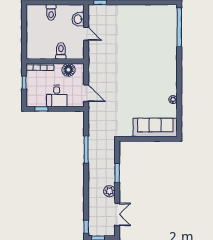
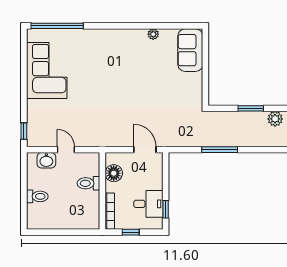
corner sofa: (146, 20) -> (47, 70), added
door: (86, 34) -> (66, 150), hinge flipped
door: (86, 93) -> (145, 150), hinge flipped
desk: (57, 96) -> (148, 204), moved
sofa: (155, 127) -> (190, 50), width x0.73

